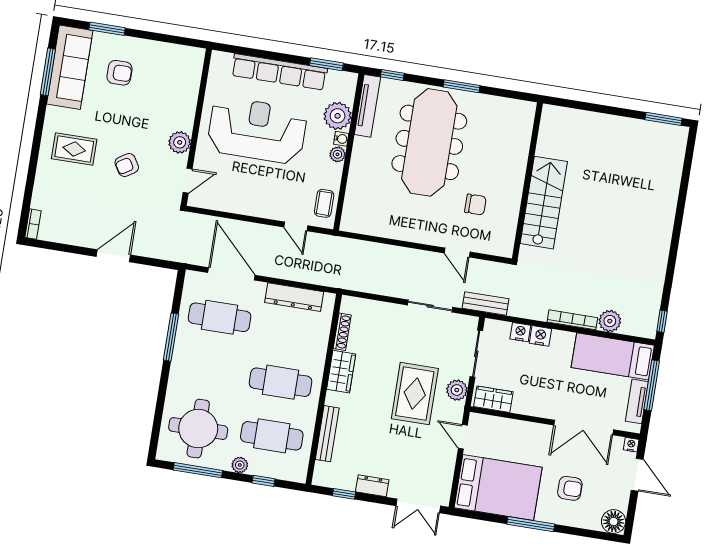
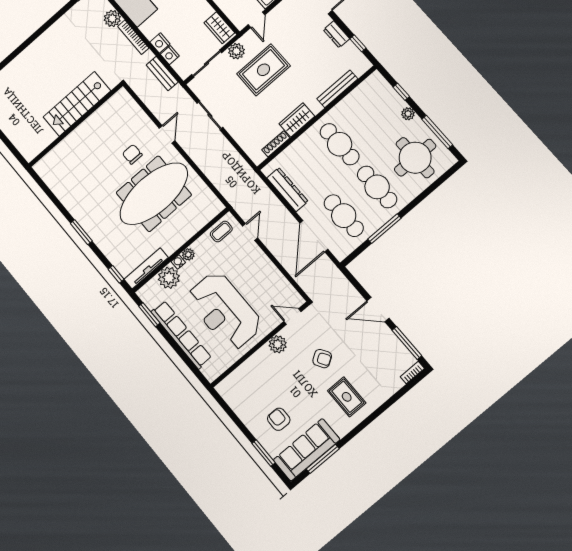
meeting table: (429, 142) -> (154, 194), moved
wall: (527, 181) -> (75, 125), moved
stairs: (544, 203) -> (77, 104), moved
window: (61, 247) -> (407, 343), added
bench: (486, 303) -> (162, 74), moved
cafe table: (272, 436) -> (377, 187), moved

